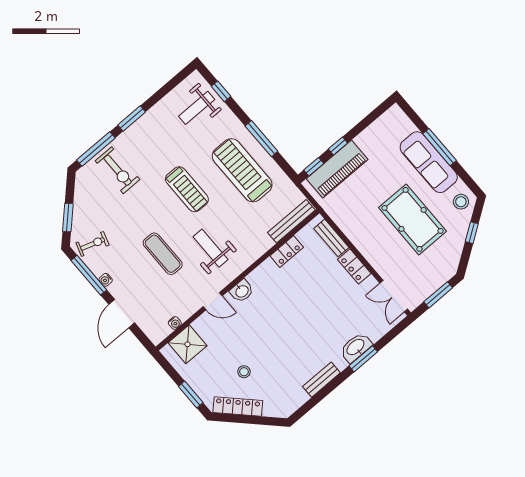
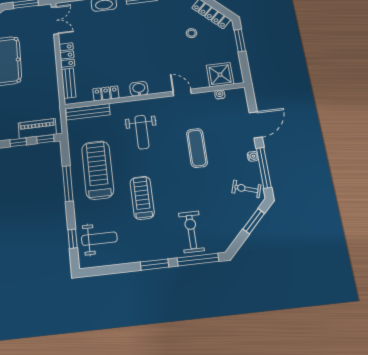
piano: (337, 169) -> (37, 129), width x0.73, depth x0.75
treadmill: (242, 170) -> (98, 170), turned 180
treadmill: (187, 189) -> (142, 198), moved
weight bench: (211, 248) -> (142, 132), moved
washbasin: (242, 291) -> (139, 89), moved

